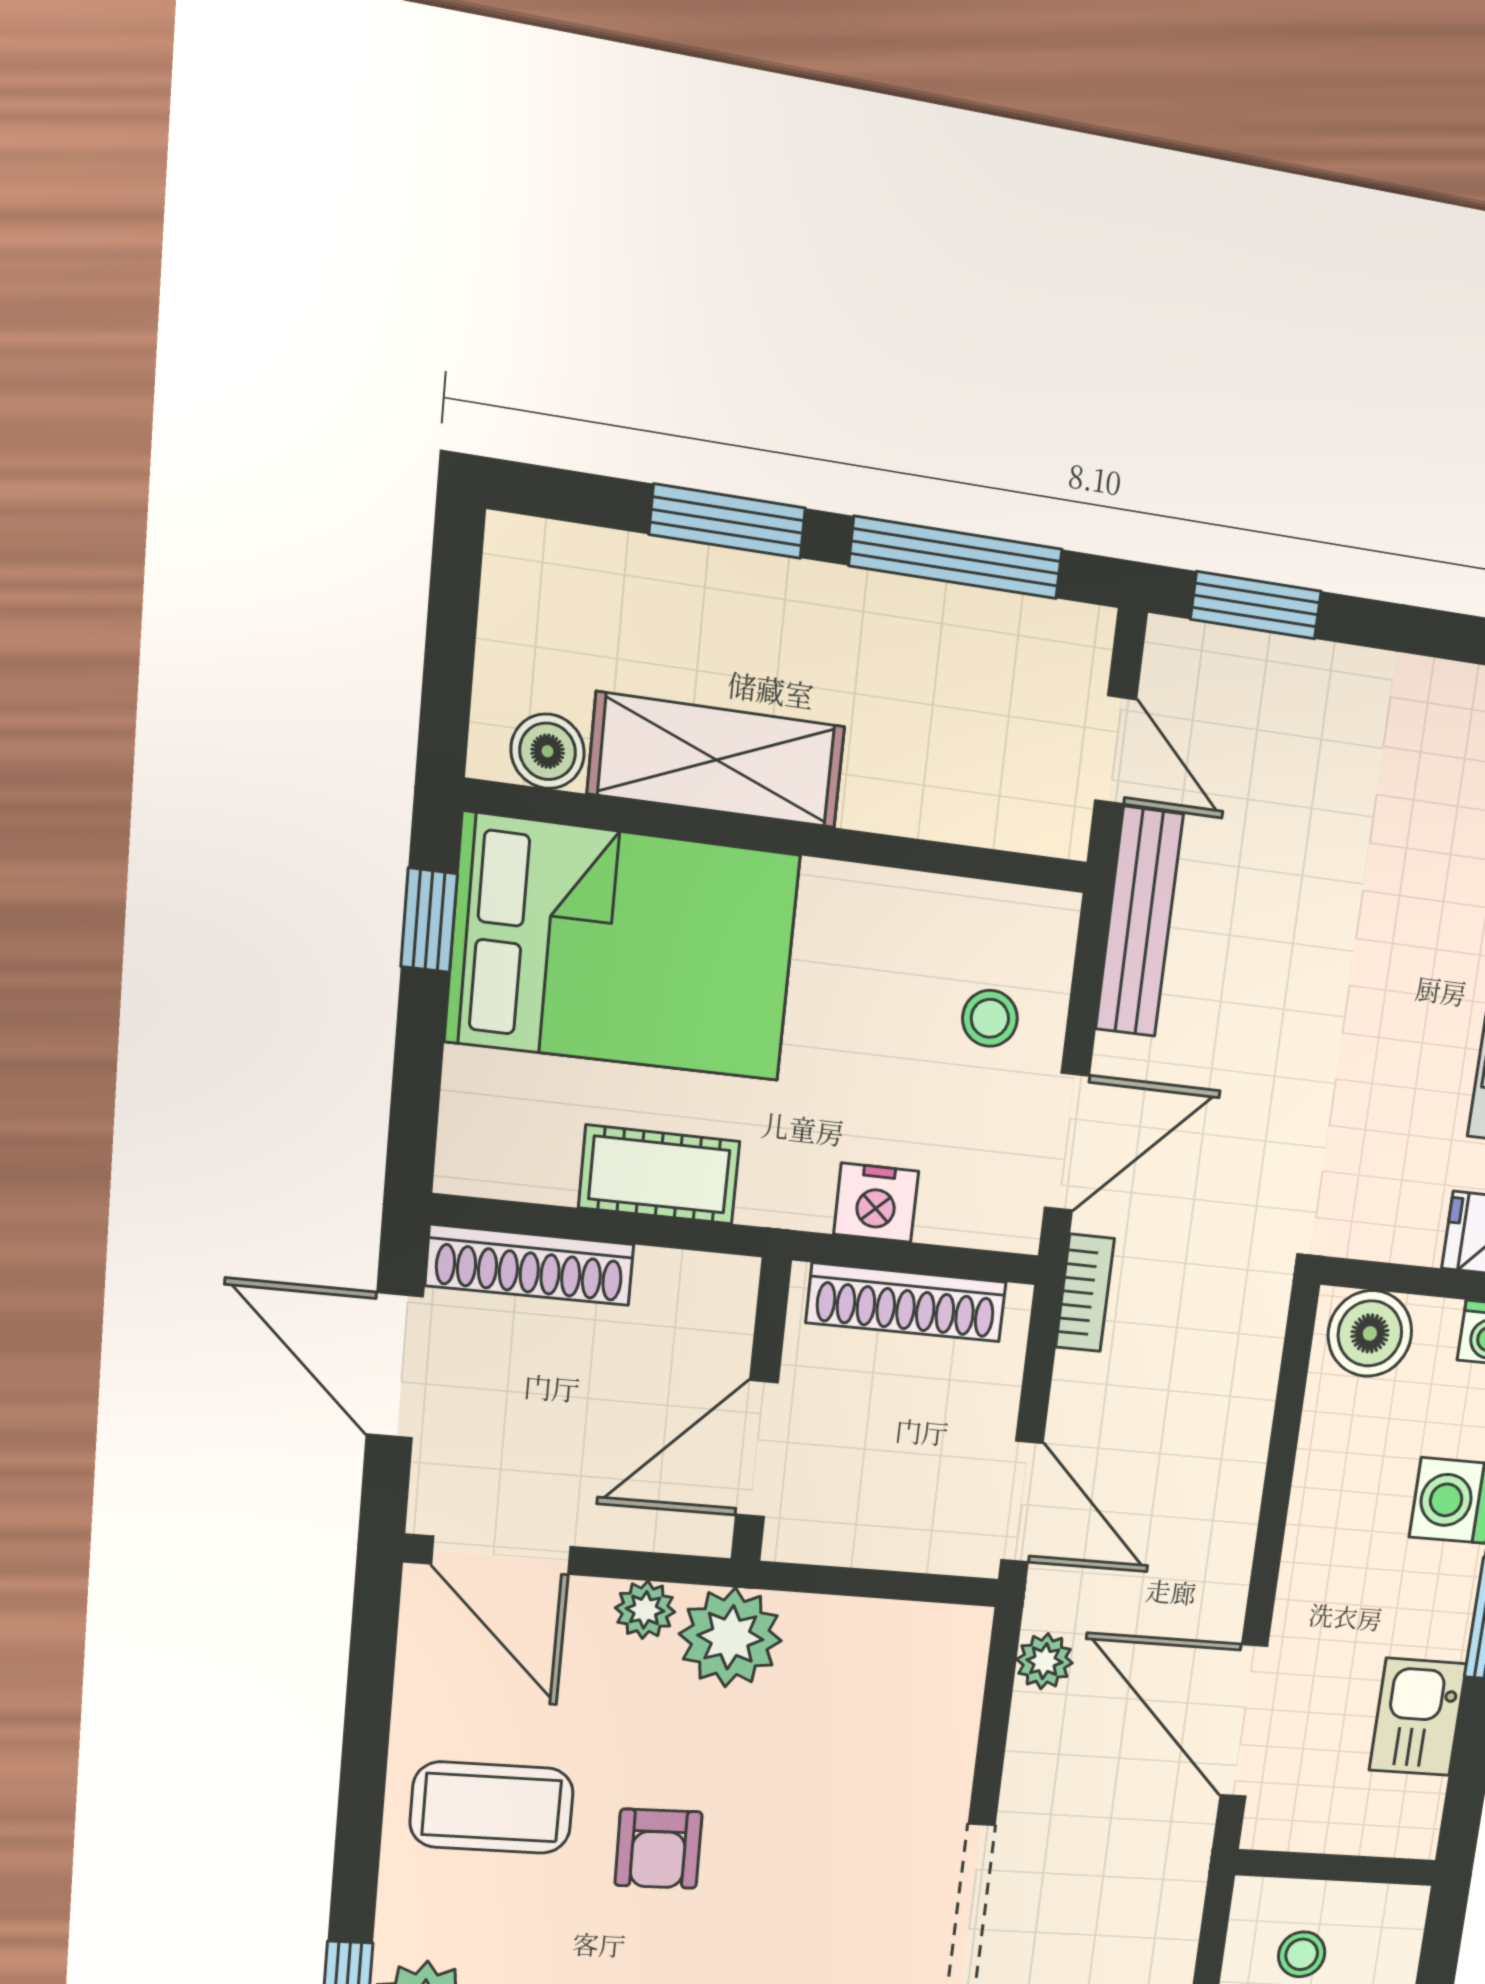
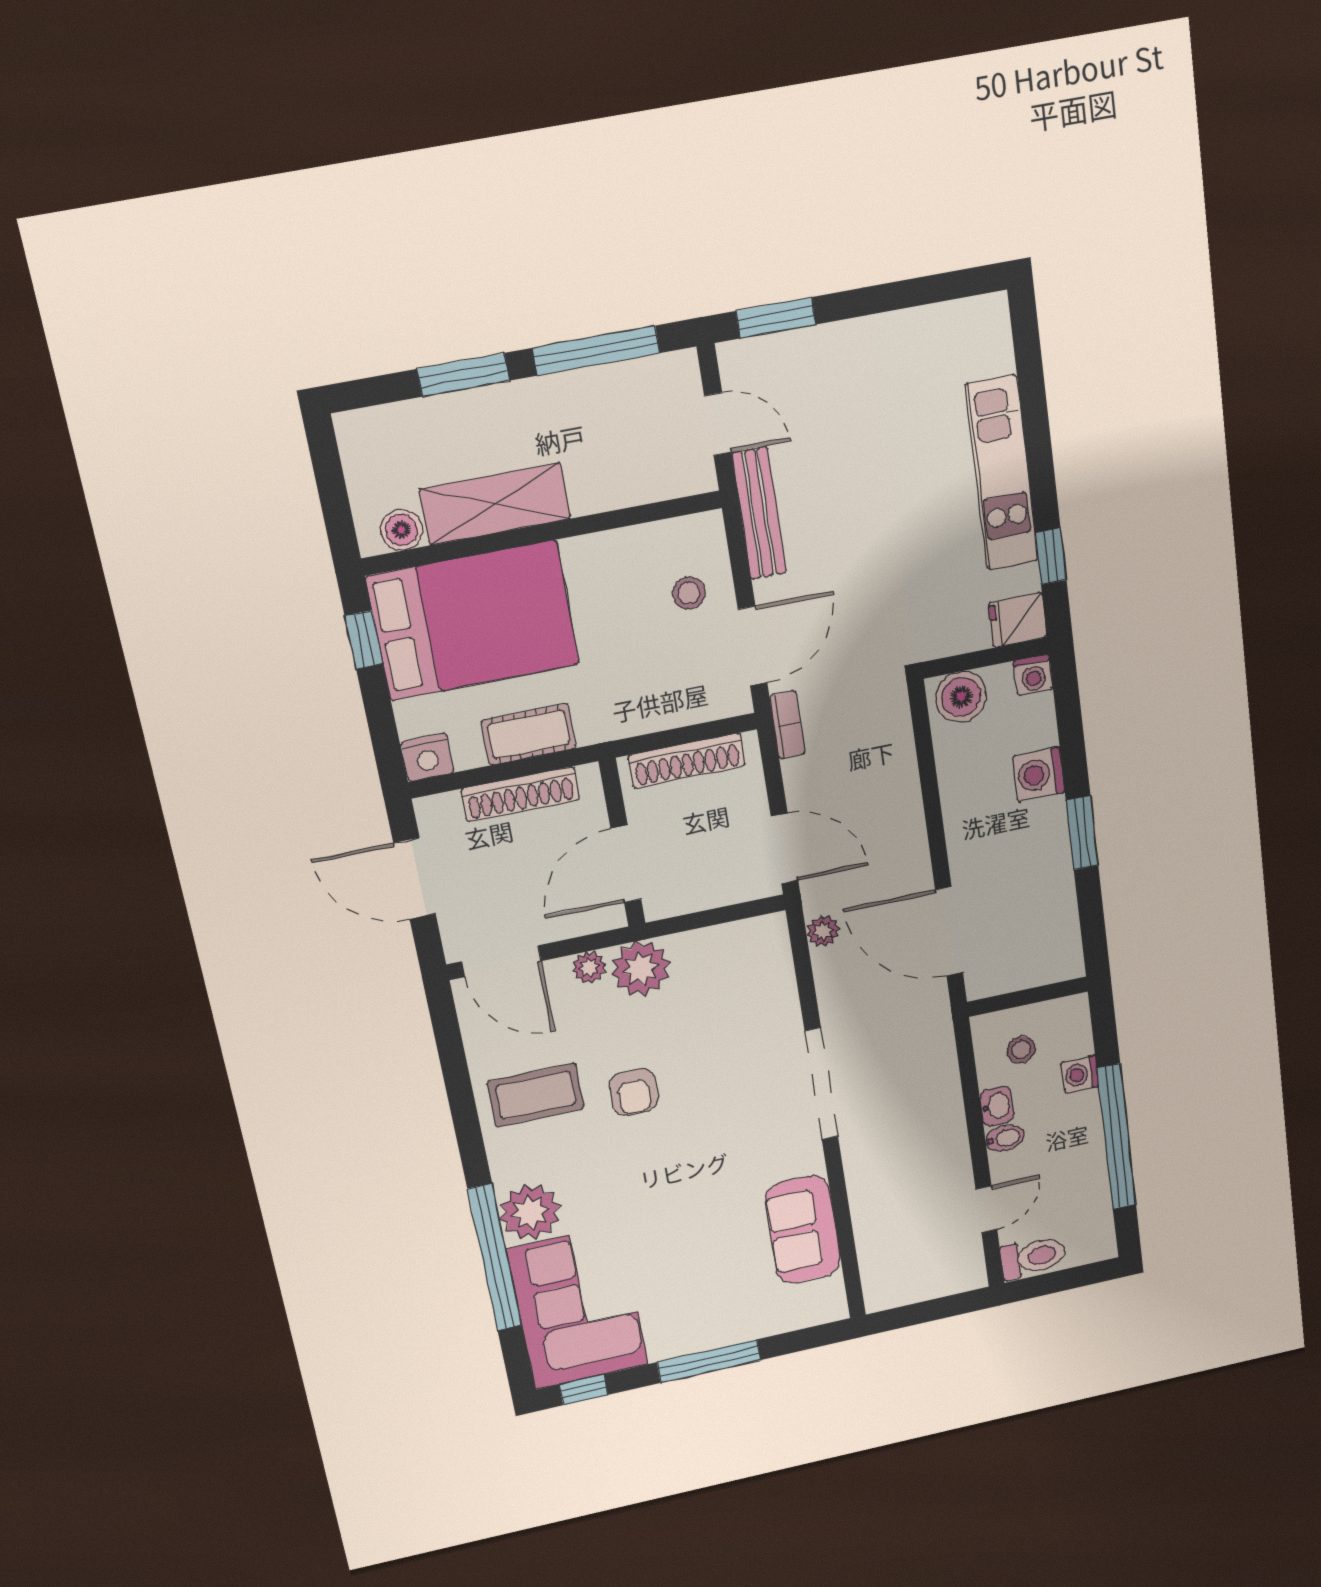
nightstand: (876, 1203) -> (427, 757), moved
shoe rack: (530, 1265) -> (520, 794), moved
kitchen sink: (1418, 1717) -> (1052, 900), removed

